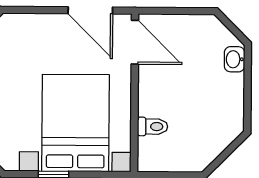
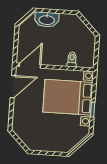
washbasin: (234, 59) -> (47, 20), width x1.91, depth x1.45

